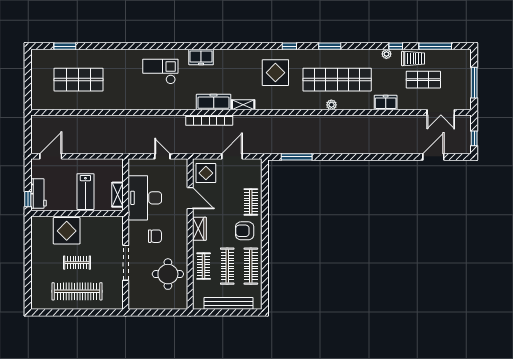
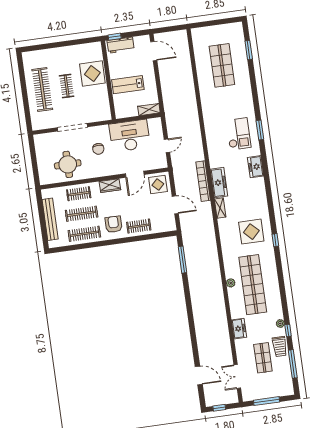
window: (330, 46) -> (260, 130), moved
shelving: (118, 195) -> (149, 110), moved

